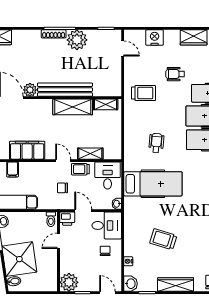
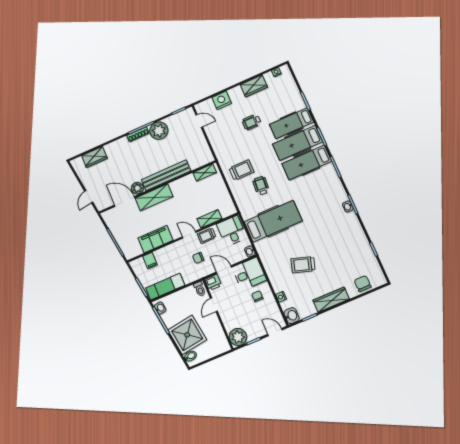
trolley: (144, 93) -> (242, 170), moved
shelving: (73, 107) -> (154, 197), moved

